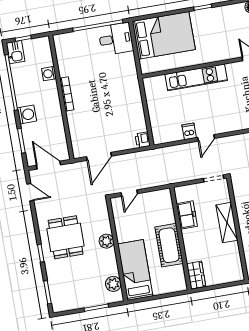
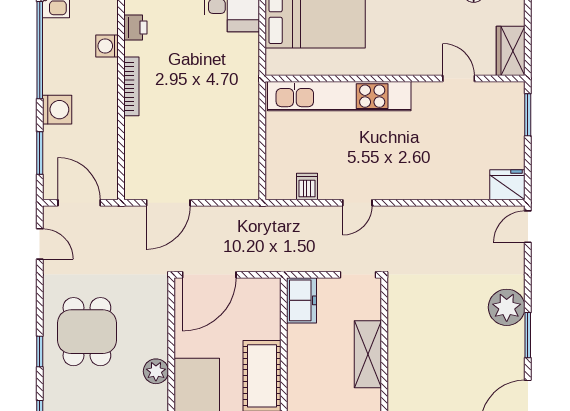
kitchen unit: (196, 77) -> (339, 96), width x1.36
dishwasher: (189, 131) -> (307, 187), moved
printer: (143, 140) -> (135, 27), moved, turned 180
door: (129, 193) -> (209, 275), width x1.88
freezer: (187, 215) -> (301, 300), moved
plant: (106, 241) -> (156, 371), moved

